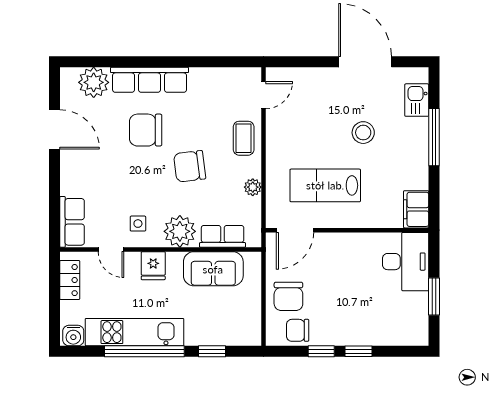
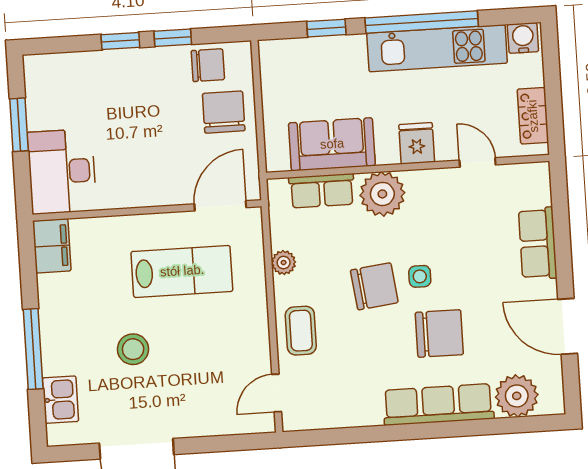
row of seats: (72, 222) -> (538, 243), moved
side table: (138, 224) -> (420, 276), moved

